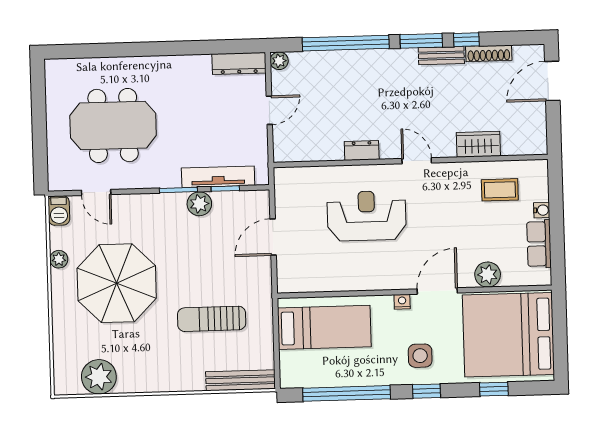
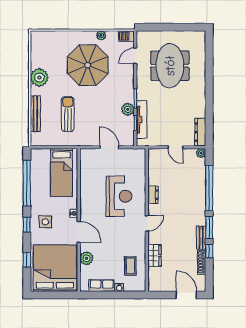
plant: (99, 377) -> (39, 77), moved
bench: (241, 380) -> (35, 114), moved

